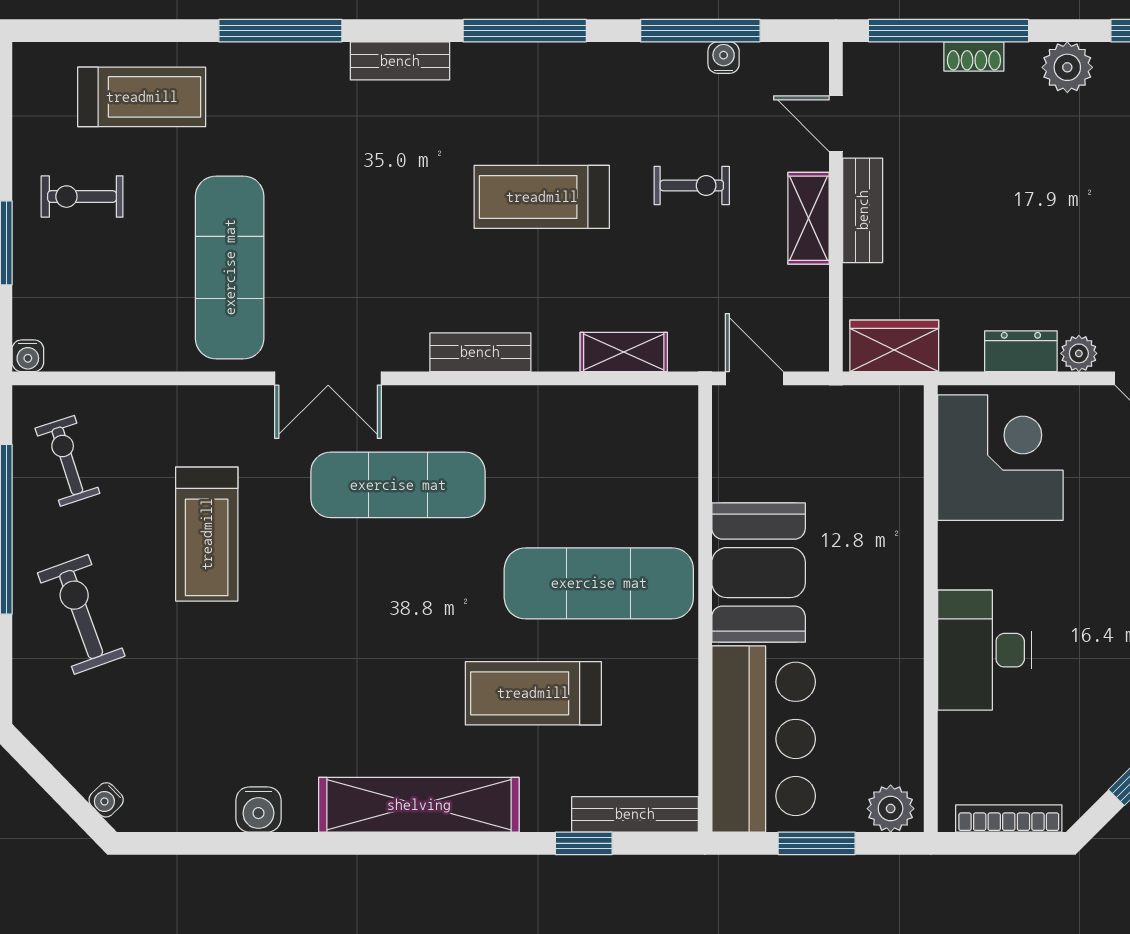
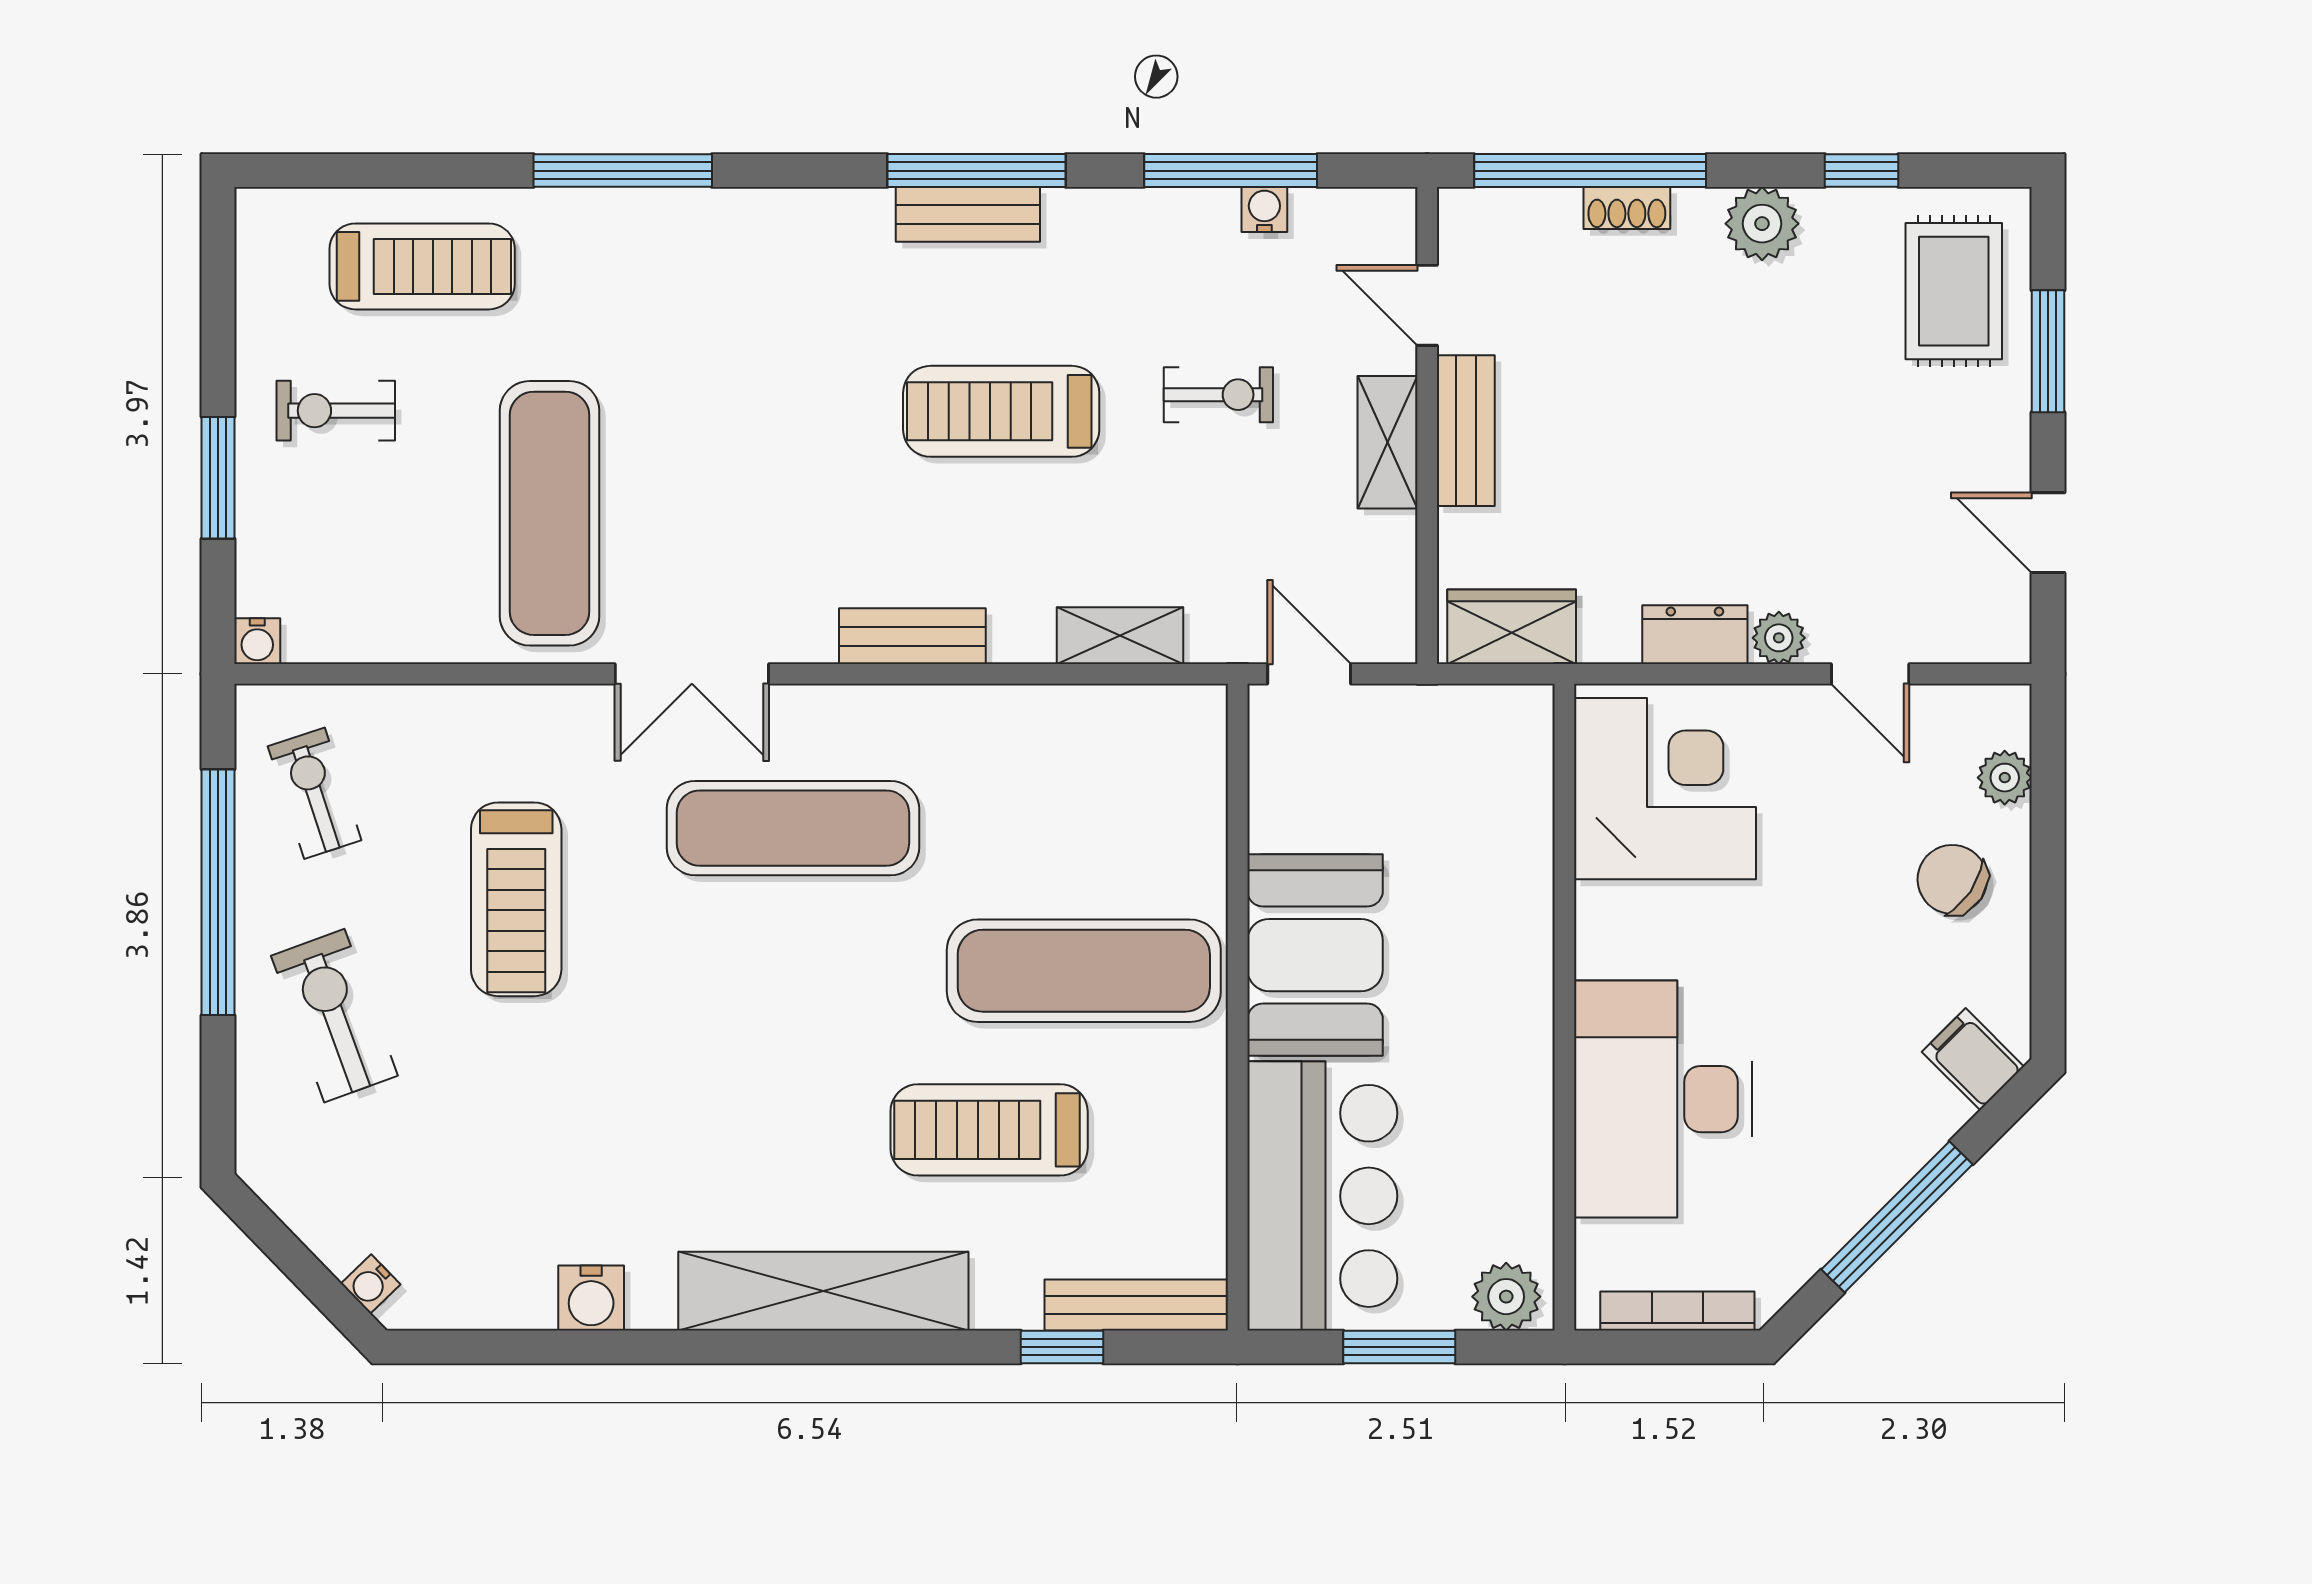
bench: (400, 61) -> (968, 214), moved
desk: (985, 650) -> (1663, 1099), width x1.36, depth x1.30

